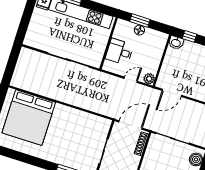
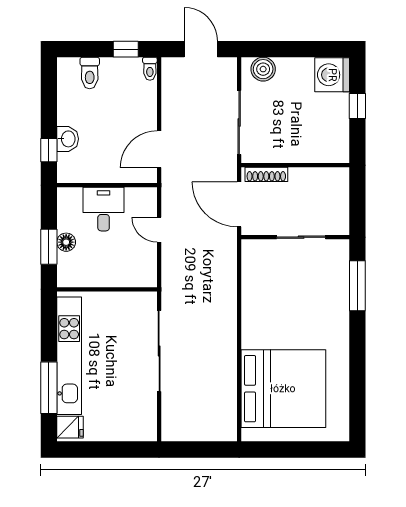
washbasin: (176, 43) -> (68, 139), moved
desk: (119, 52) -> (104, 209), moved, turned 180
plant: (149, 79) -> (147, 198), removed
door: (172, 93) -> (159, 149), swing flipped

